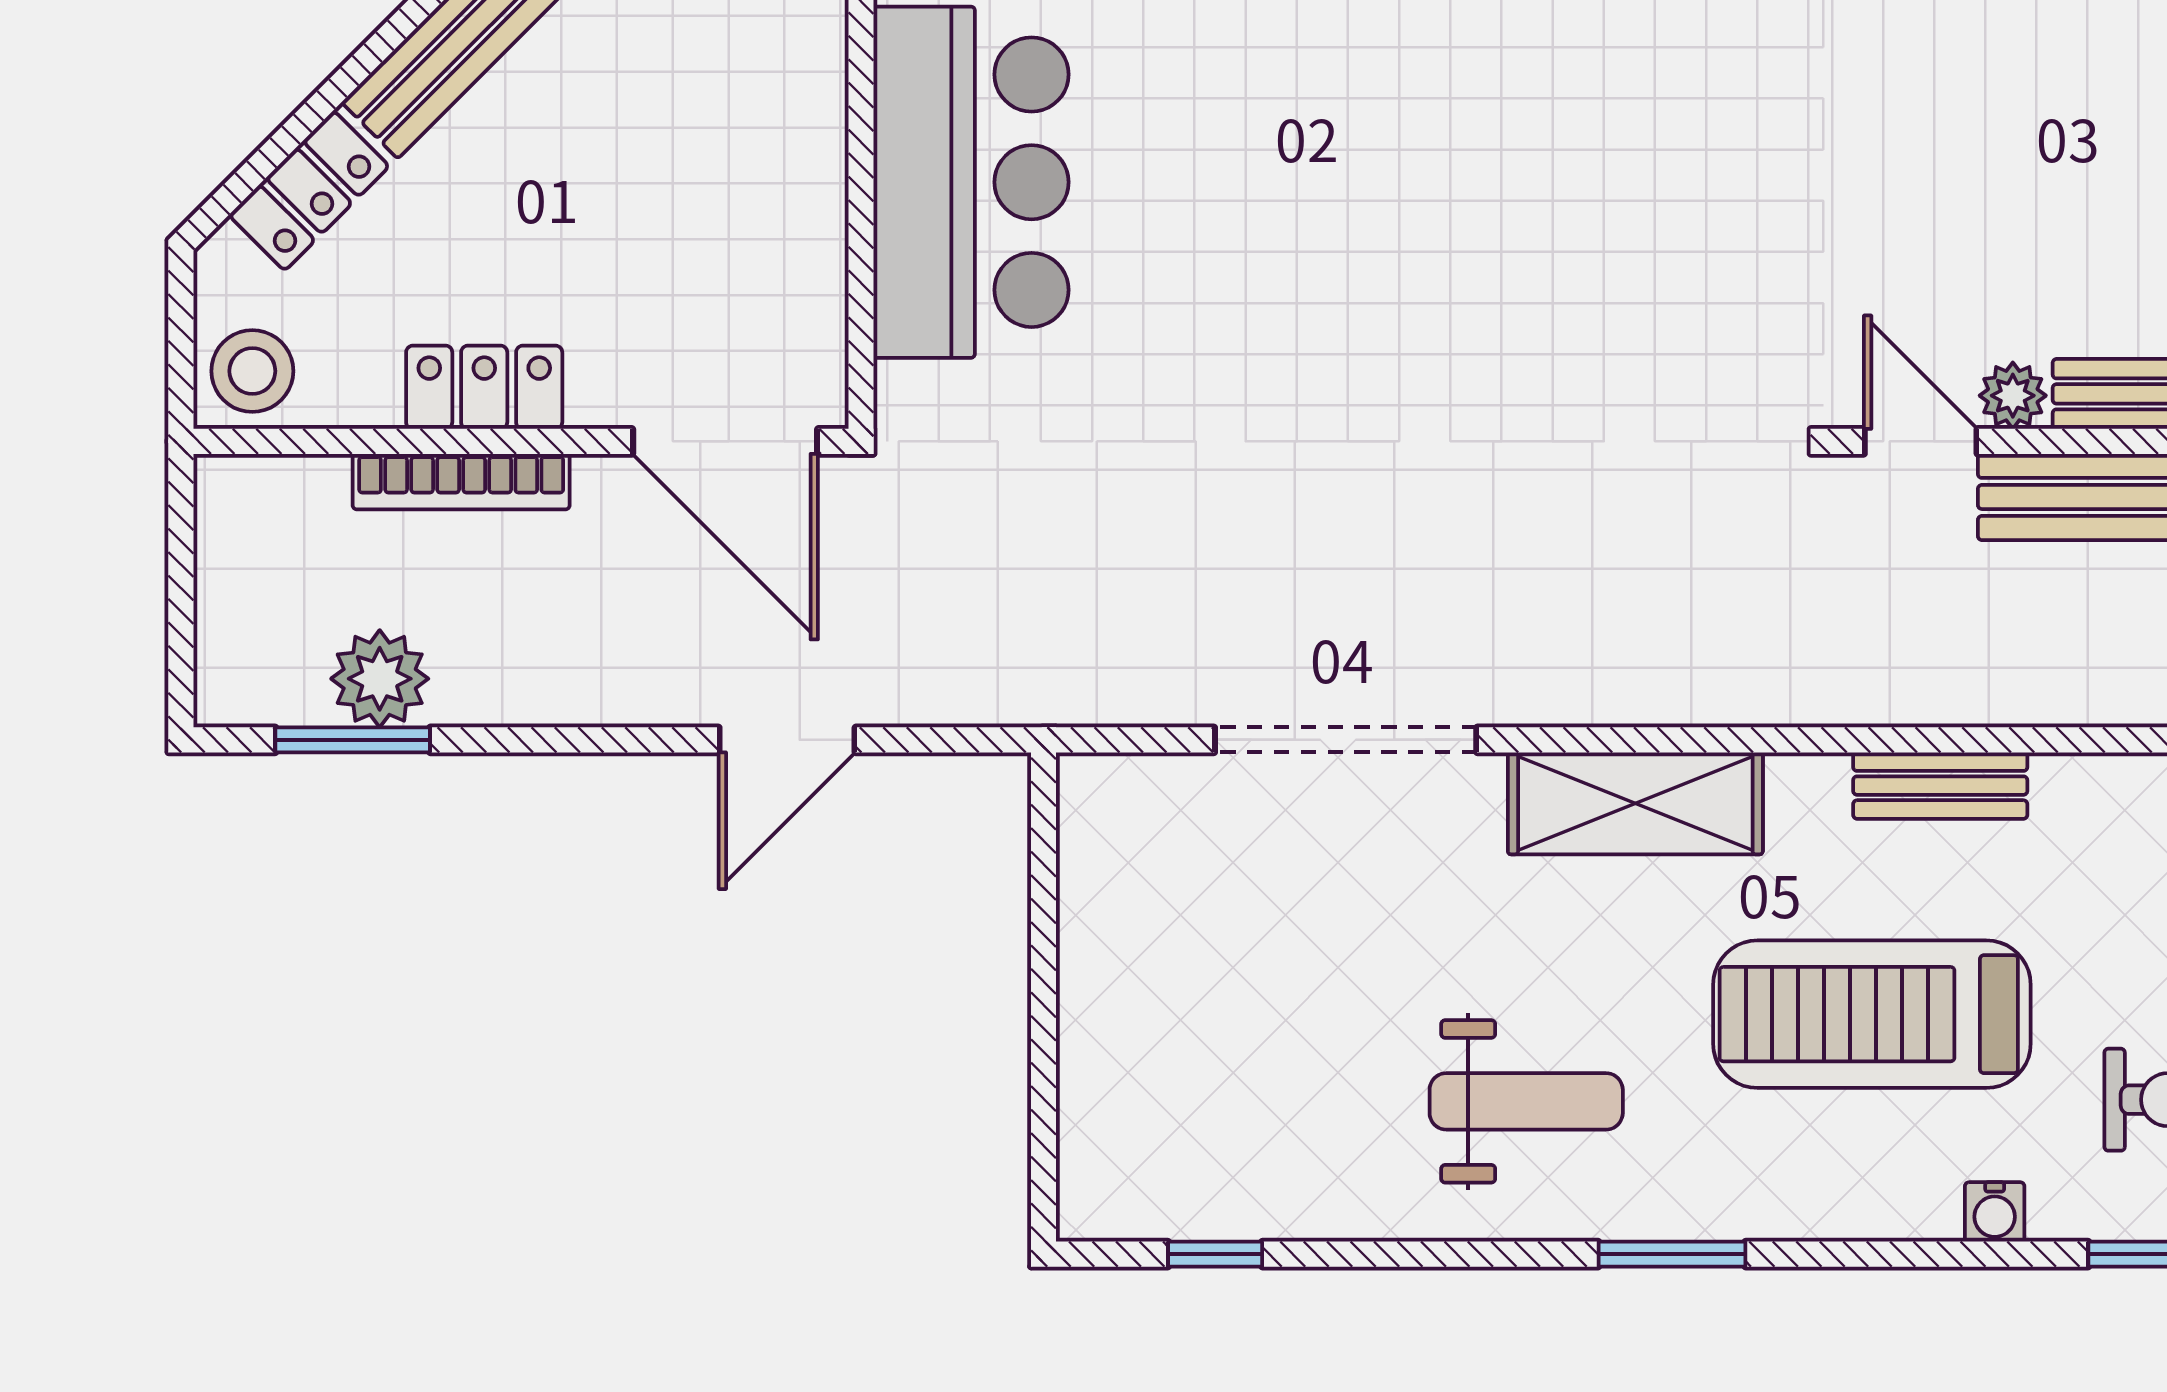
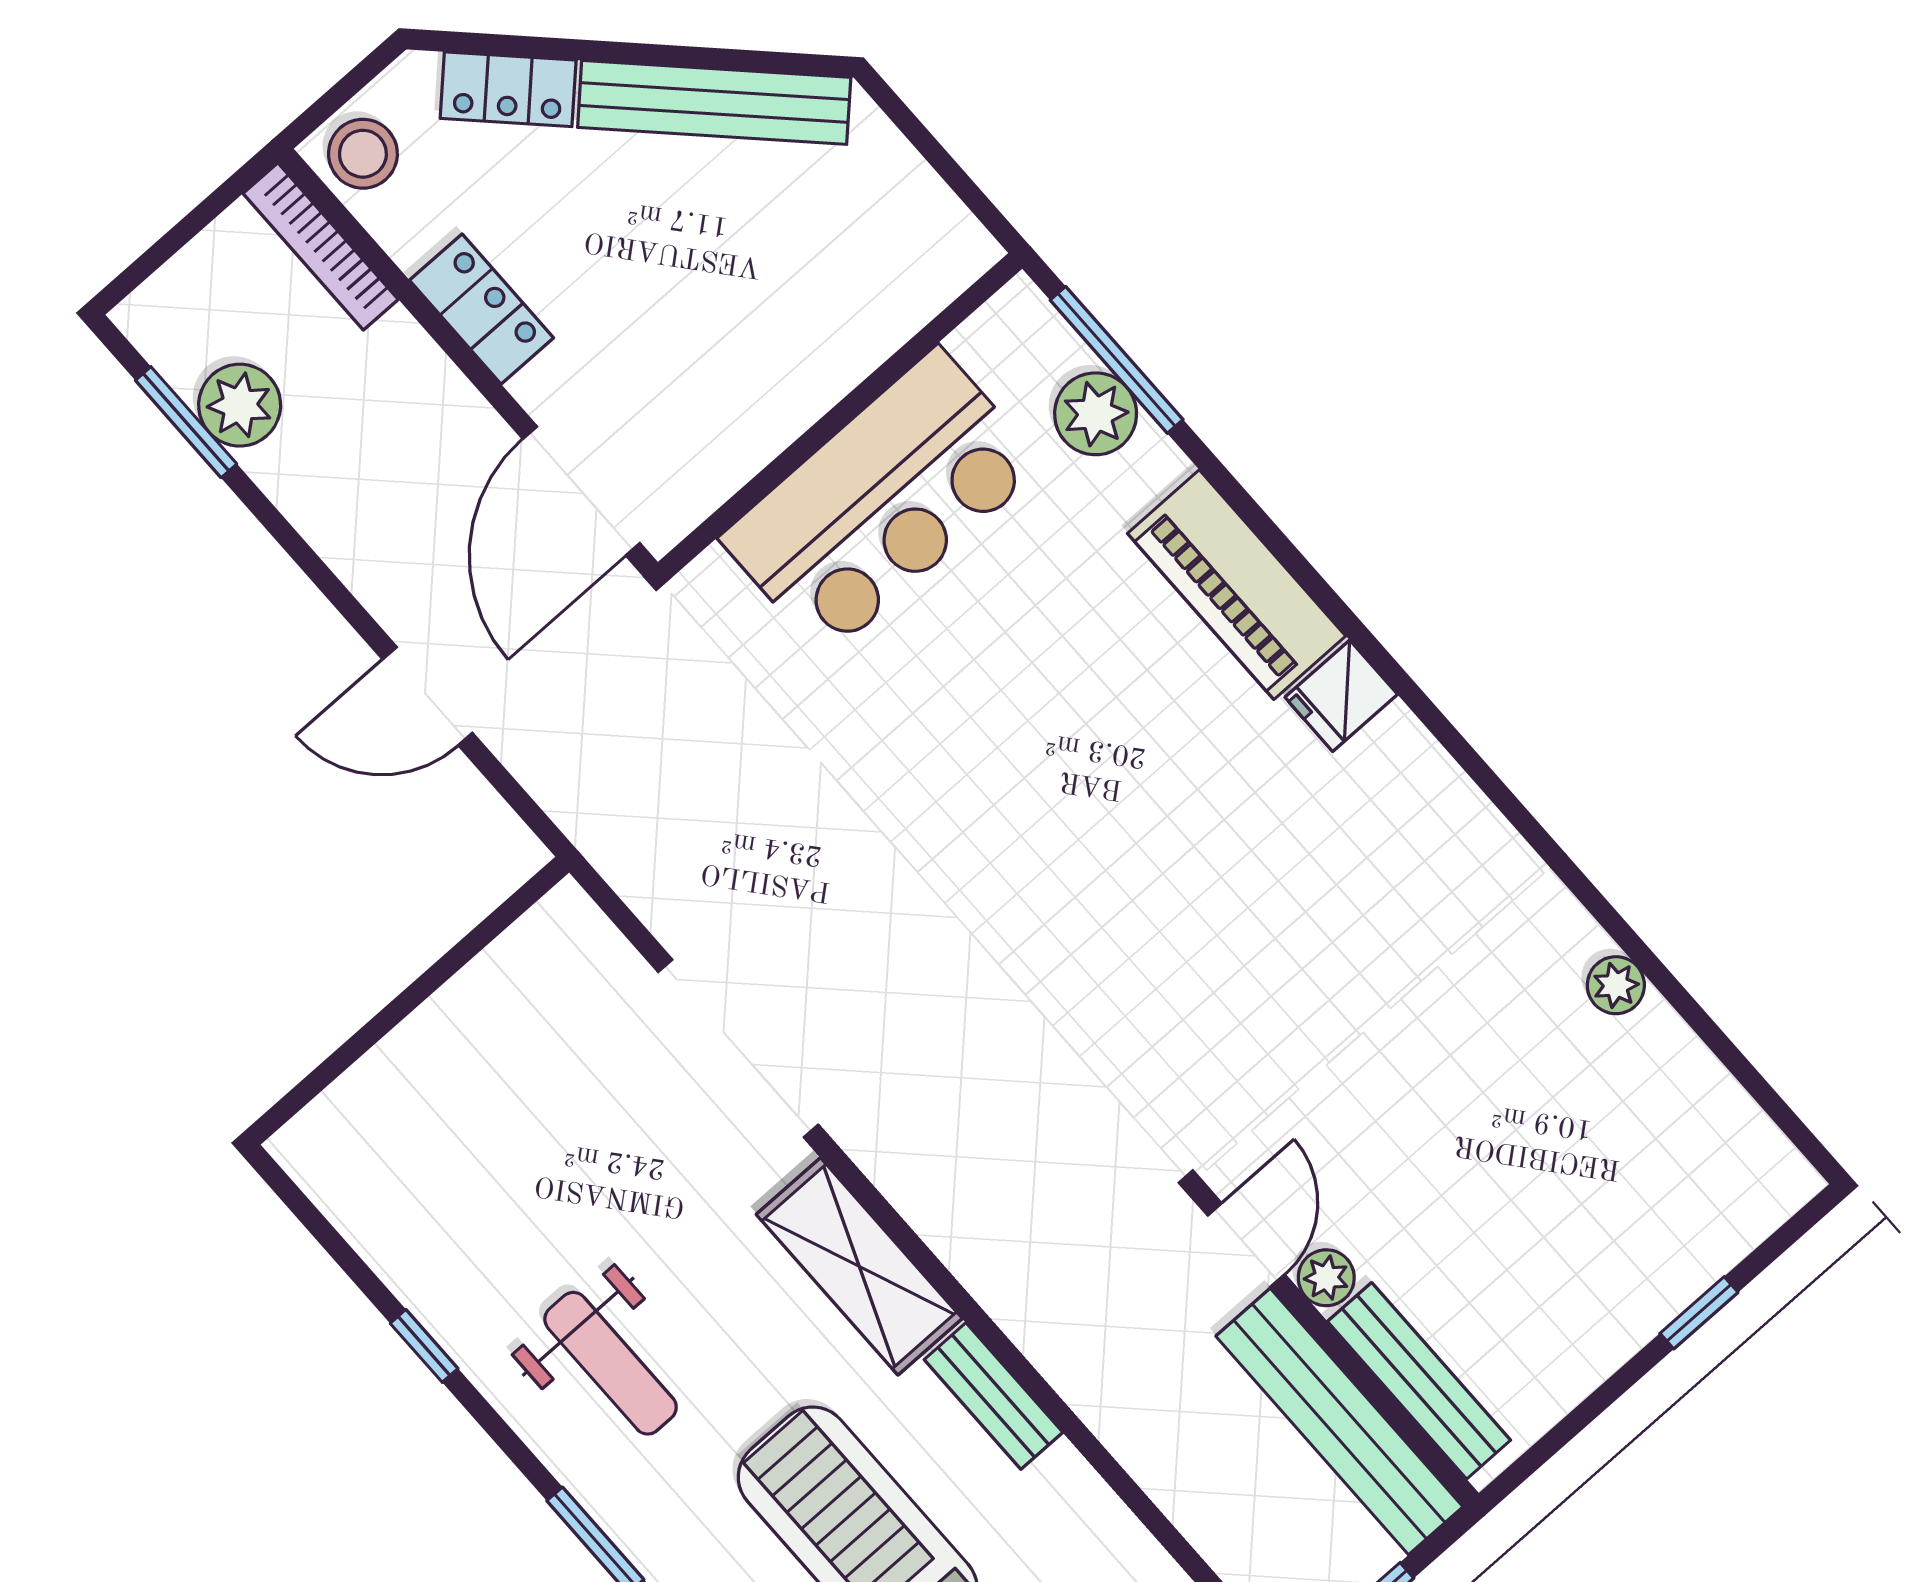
bookcase: (461, 482) -> (321, 246), moved
bench: (1940, 786) -> (993, 1396), moved
window: (1215, 1254) -> (424, 1346), moved

